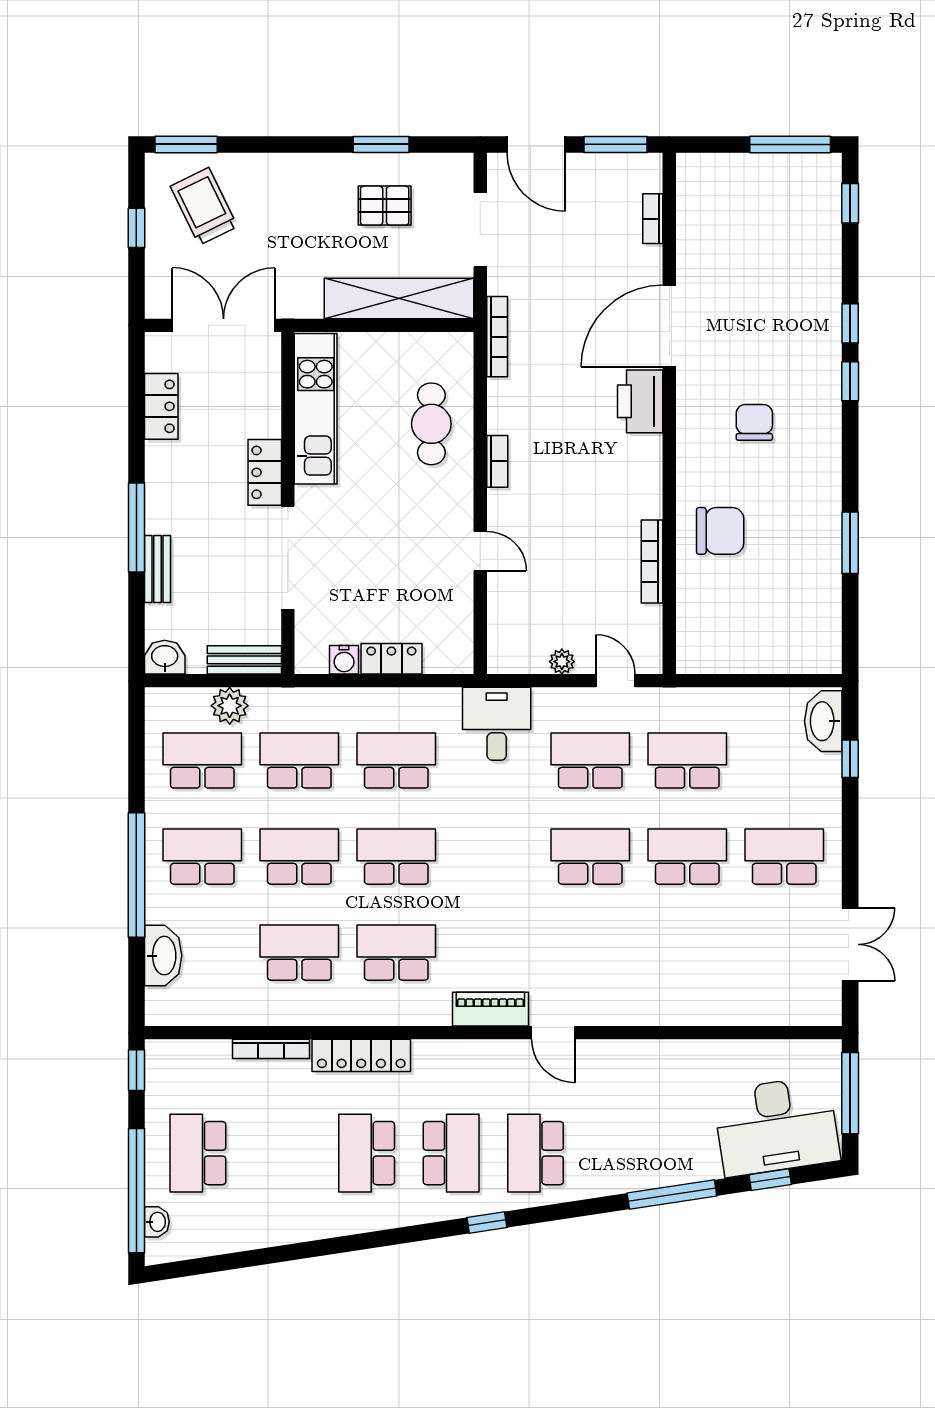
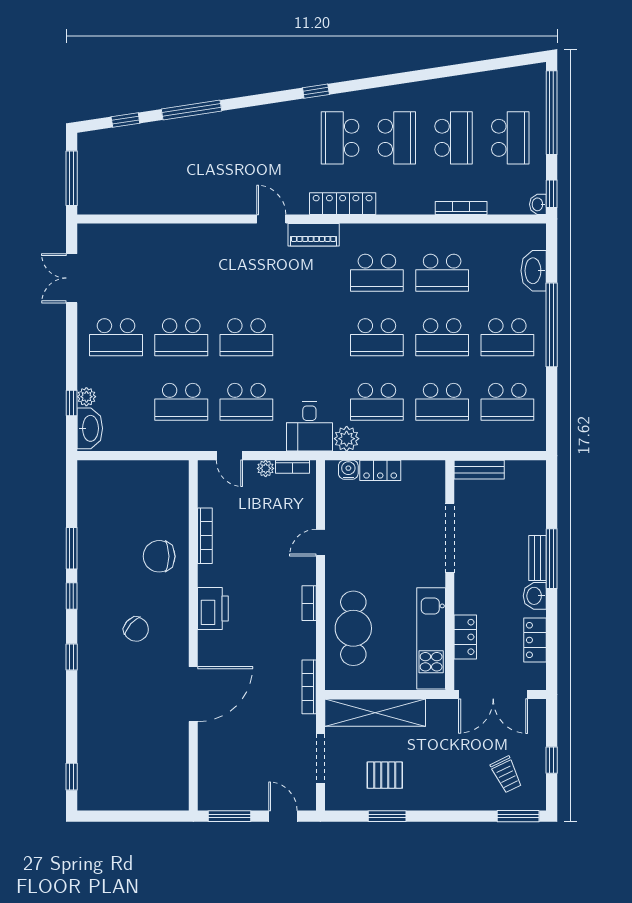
door: (536, 144) -> (283, 816), width x0.73
window: (790, 144) -> (112, 816), removed
trolley: (204, 206) -> (506, 775), width x0.73, depth x0.72
bookcase: (653, 219) -> (292, 467), moved, turned 90
window: (850, 323) -> (72, 596), moved
printer: (640, 401) -> (213, 609), moved
chair: (754, 422) -> (136, 629), turned -48
cafe table: (431, 424) -> (353, 628), width x1.37, depth x1.35
locker: (265, 472) -> (465, 637), moved
door: (480, 551) -> (320, 543), hinge flipped
bench: (157, 569) -> (538, 558), moved
washbasin: (165, 657) -> (535, 596), moved, turned 90
water cooler: (344, 660) -> (348, 470), moved
plant: (230, 706) -> (347, 439), moved
plant: (828, 768) -> (86, 397), added
locker: (361, 1055) -> (343, 204), moved
desk: (777, 1126) -> (121, 156), removed
school desk: (535, 1153) -> (454, 138), moved
washbasin: (157, 1222) -> (538, 204), moved

